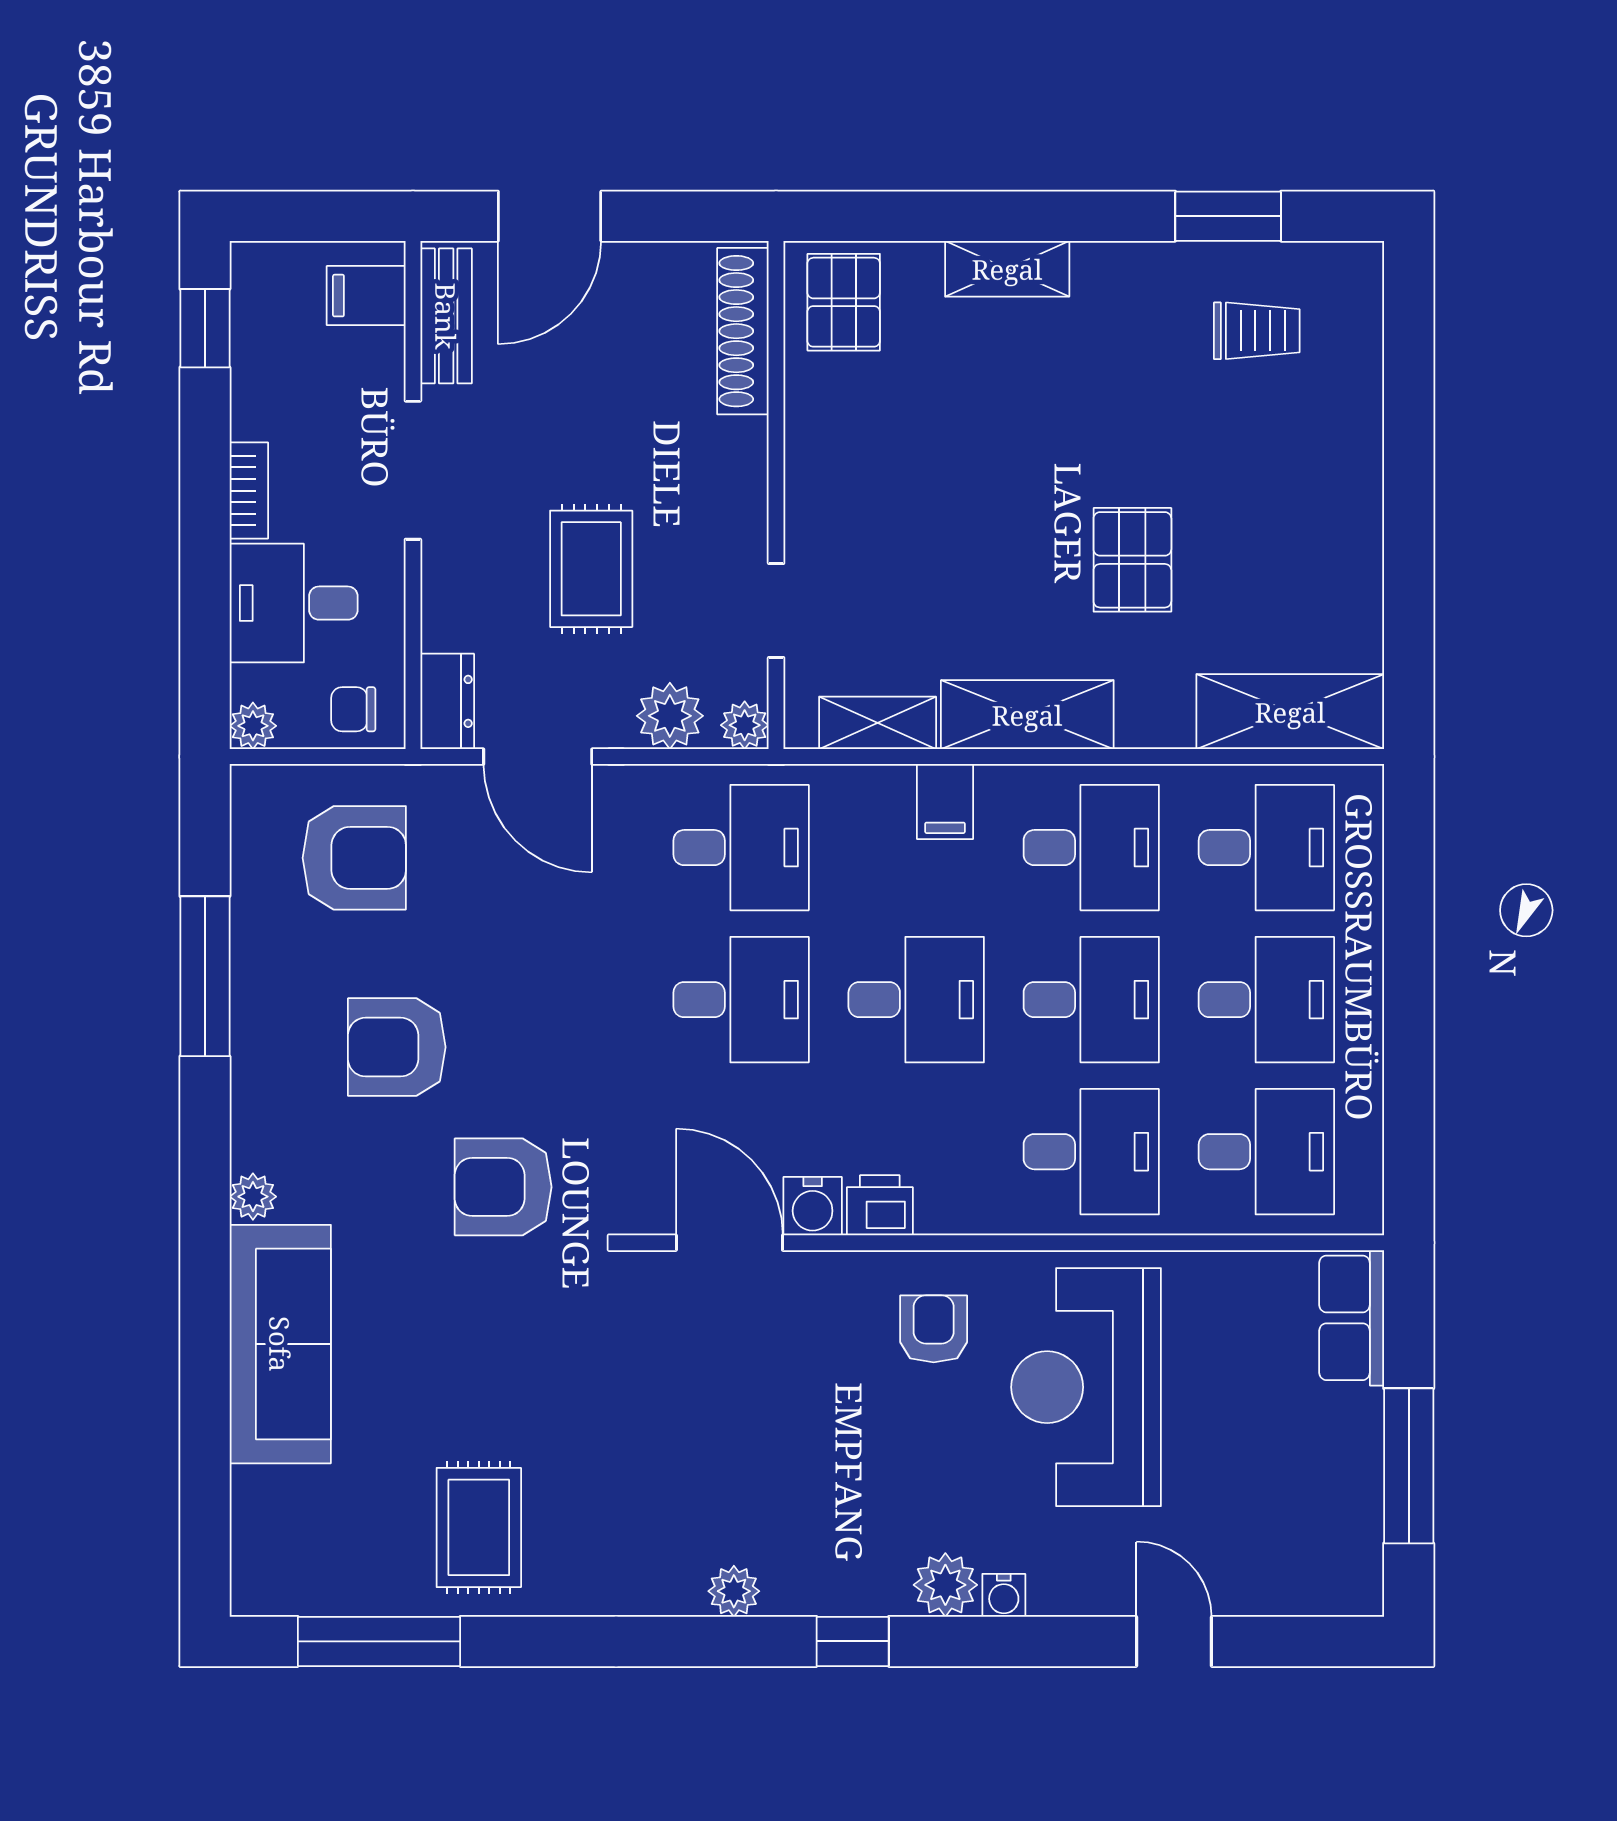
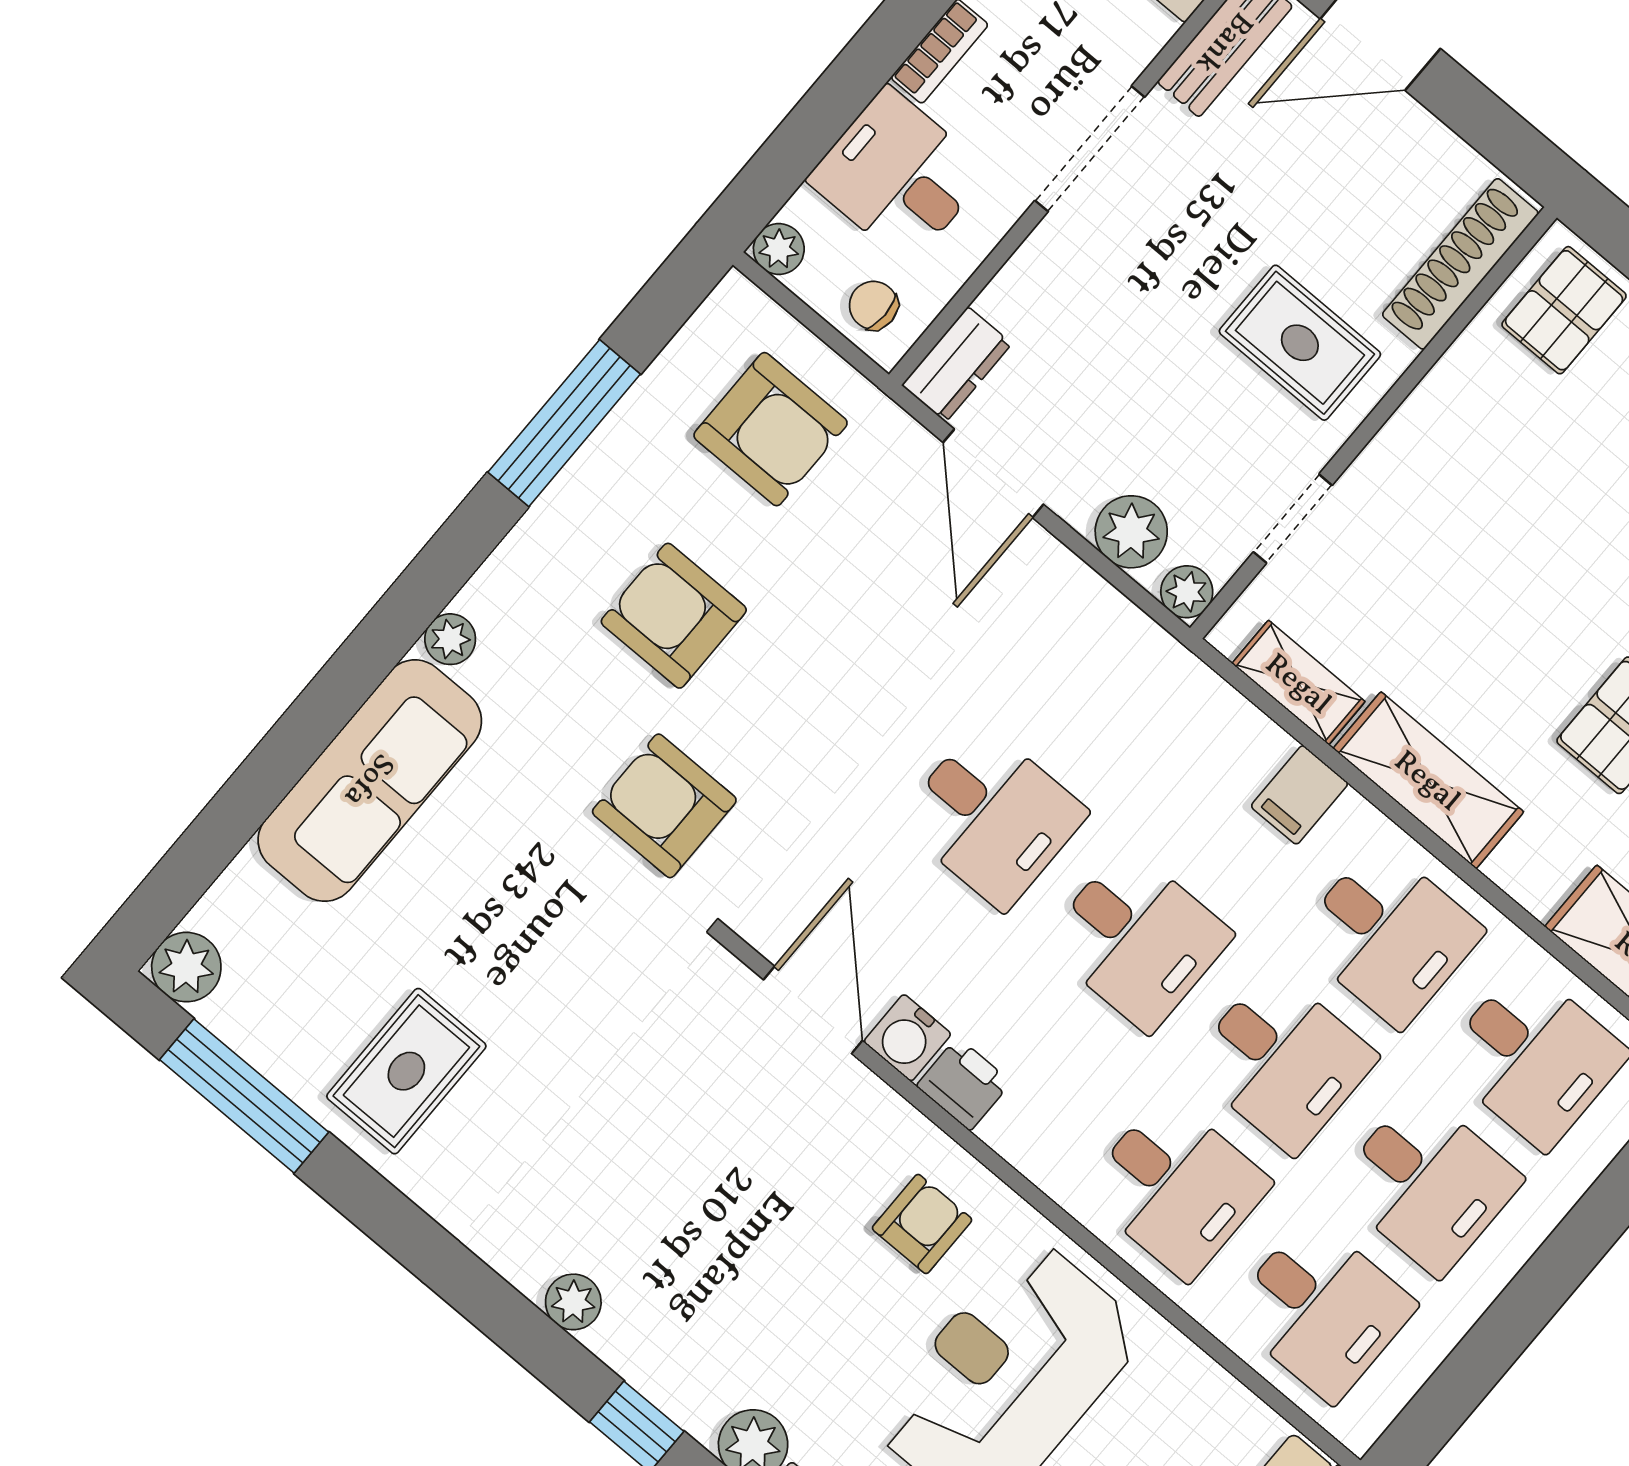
rug: (591, 569) -> (1300, 343), moved, turned 90
desk: (741, 848) -> (1098, 691), removed
plant: (262, 1585) -> (186, 967), added

